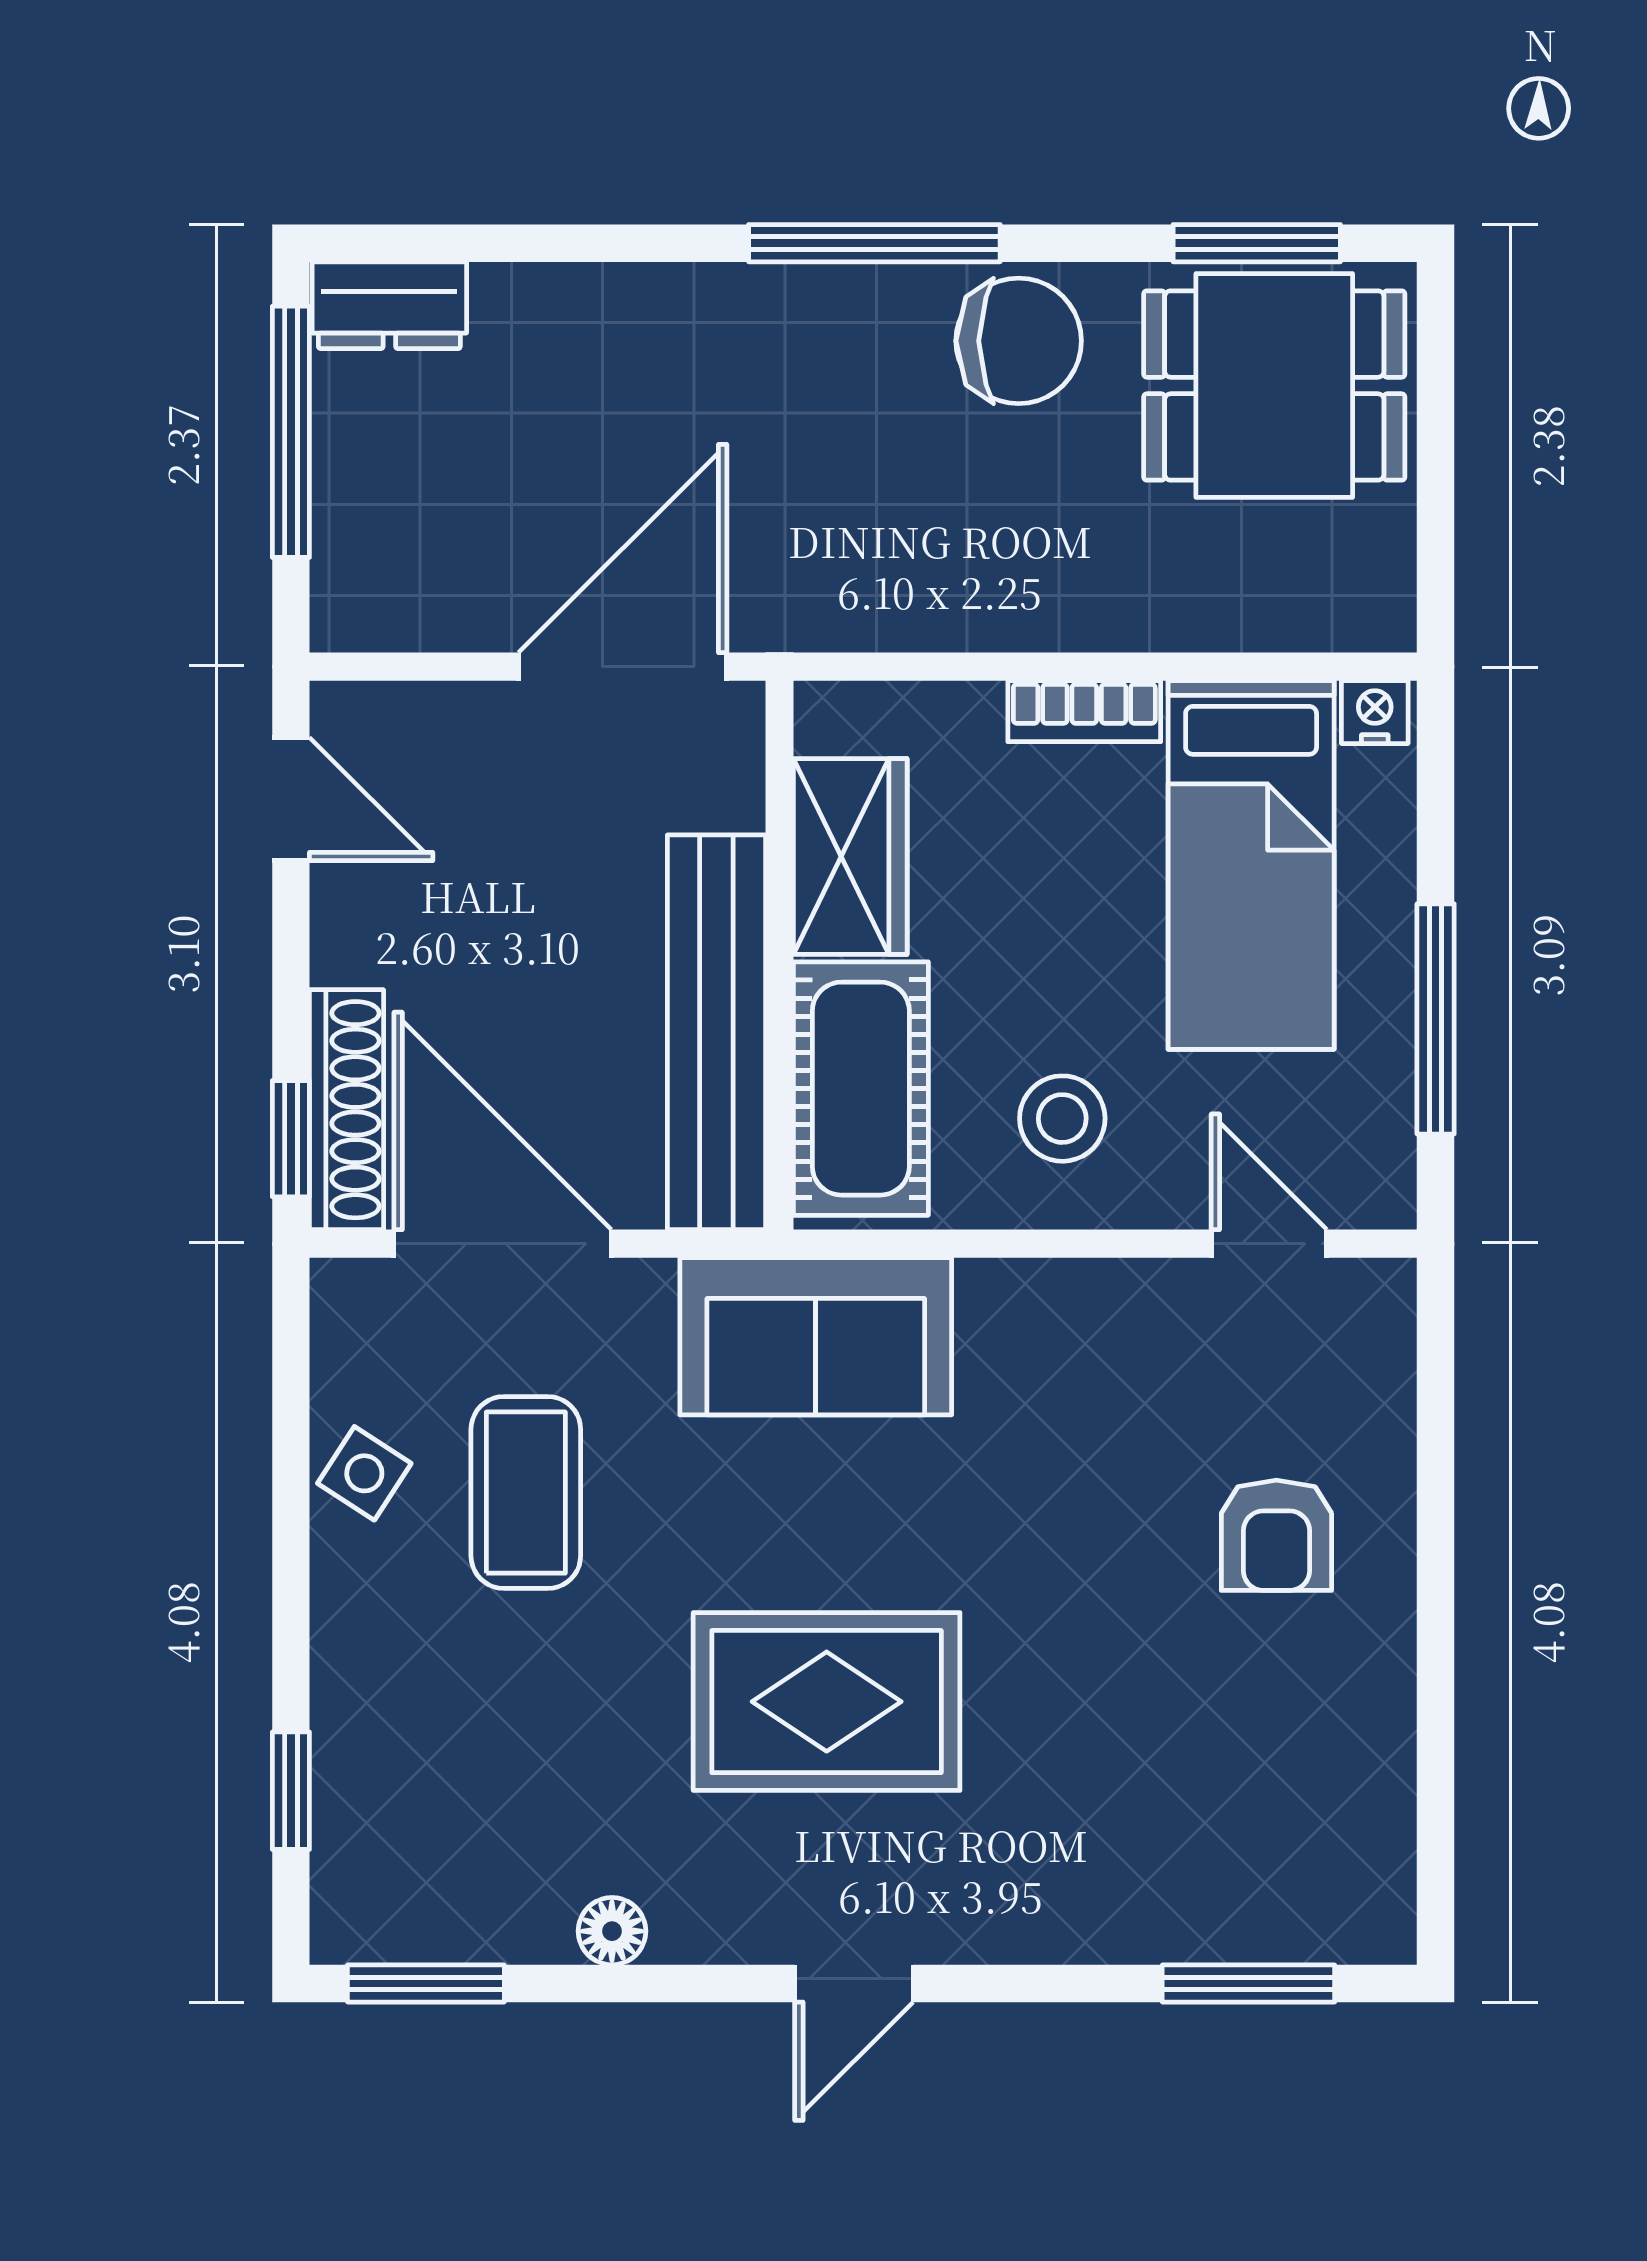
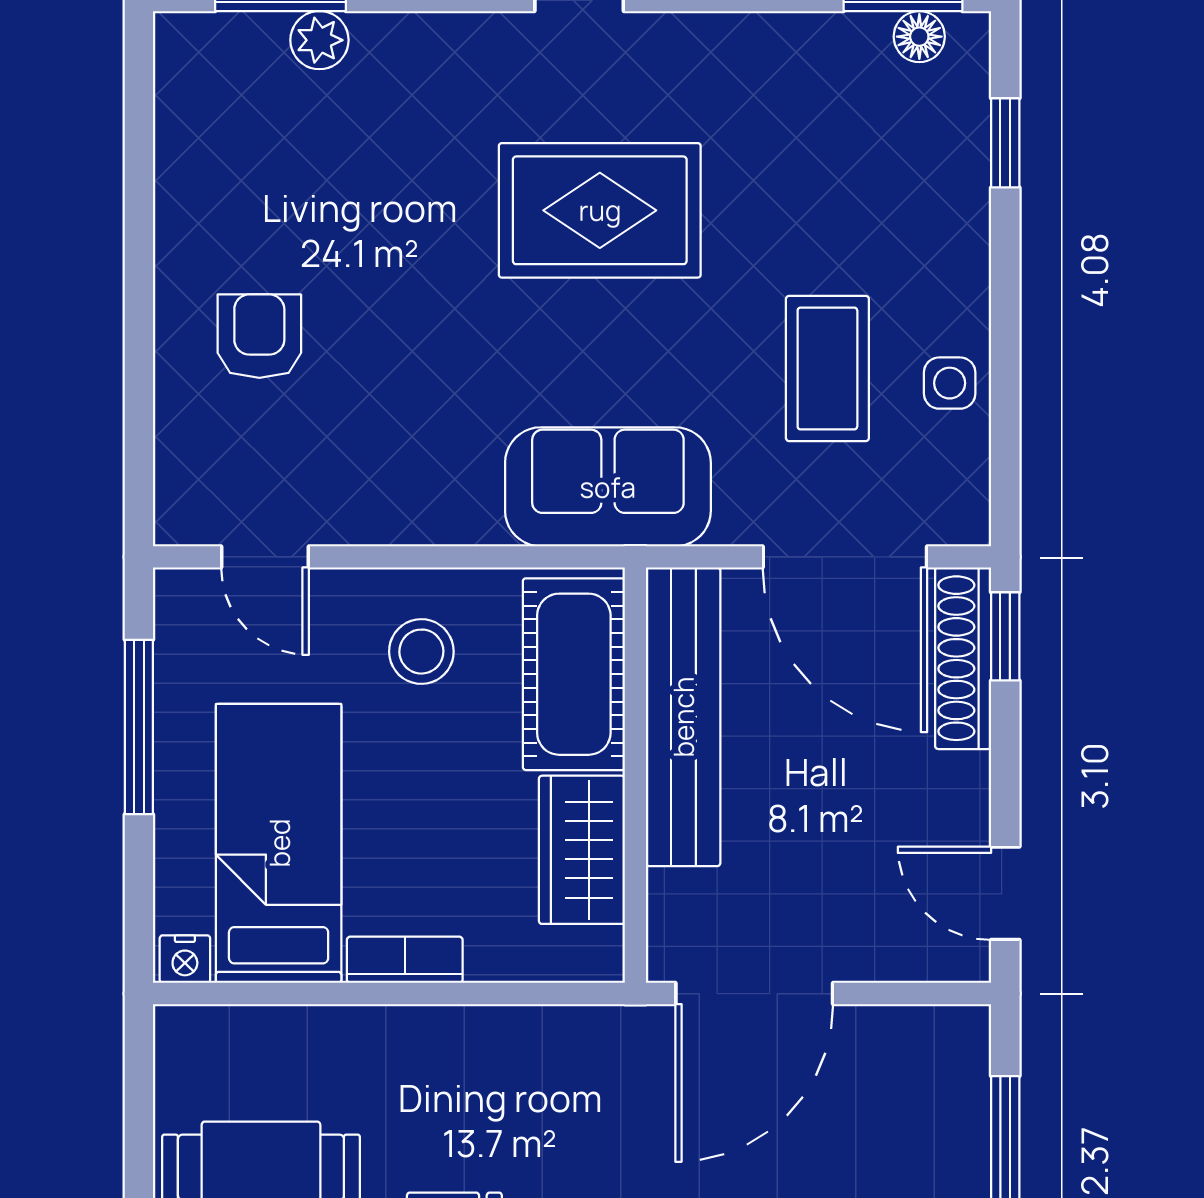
side table: (364, 1473) -> (950, 383), turned -33
plant: (1197, 1926) -> (319, 40), added
floor lamp: (612, 1931) -> (919, 37), moved

